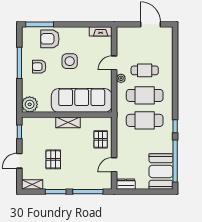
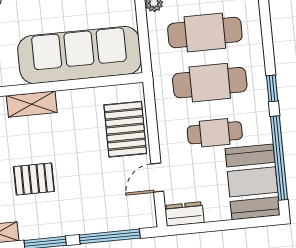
shelving: (68, 122) -> (32, 104), moved
pallet: (101, 139) -> (125, 129), width x1.50, depth x1.42
cafe table: (145, 145) -> (215, 133), added
pallet: (53, 159) -> (34, 179), turned 90

